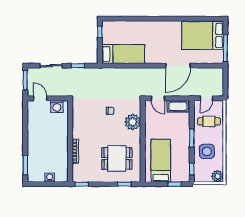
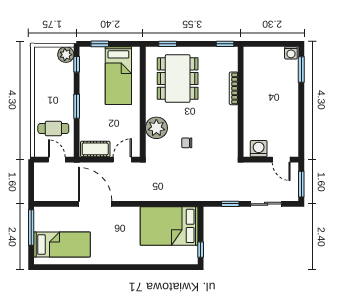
bed: (203, 35) -> (62, 244), width x0.67
bed: (123, 54) -> (169, 226), width x1.50
door: (178, 66) -> (95, 204), hinge flipped
door: (158, 98) -> (122, 160), hinge flipped
door: (206, 98) -> (57, 160), hinge flipped
side table: (207, 151) -> (56, 88), removed
dining table: (117, 158) -> (178, 79), width x1.38
plant: (218, 176) -> (66, 55), moved
washing machine: (50, 177) -> (291, 53), moved

